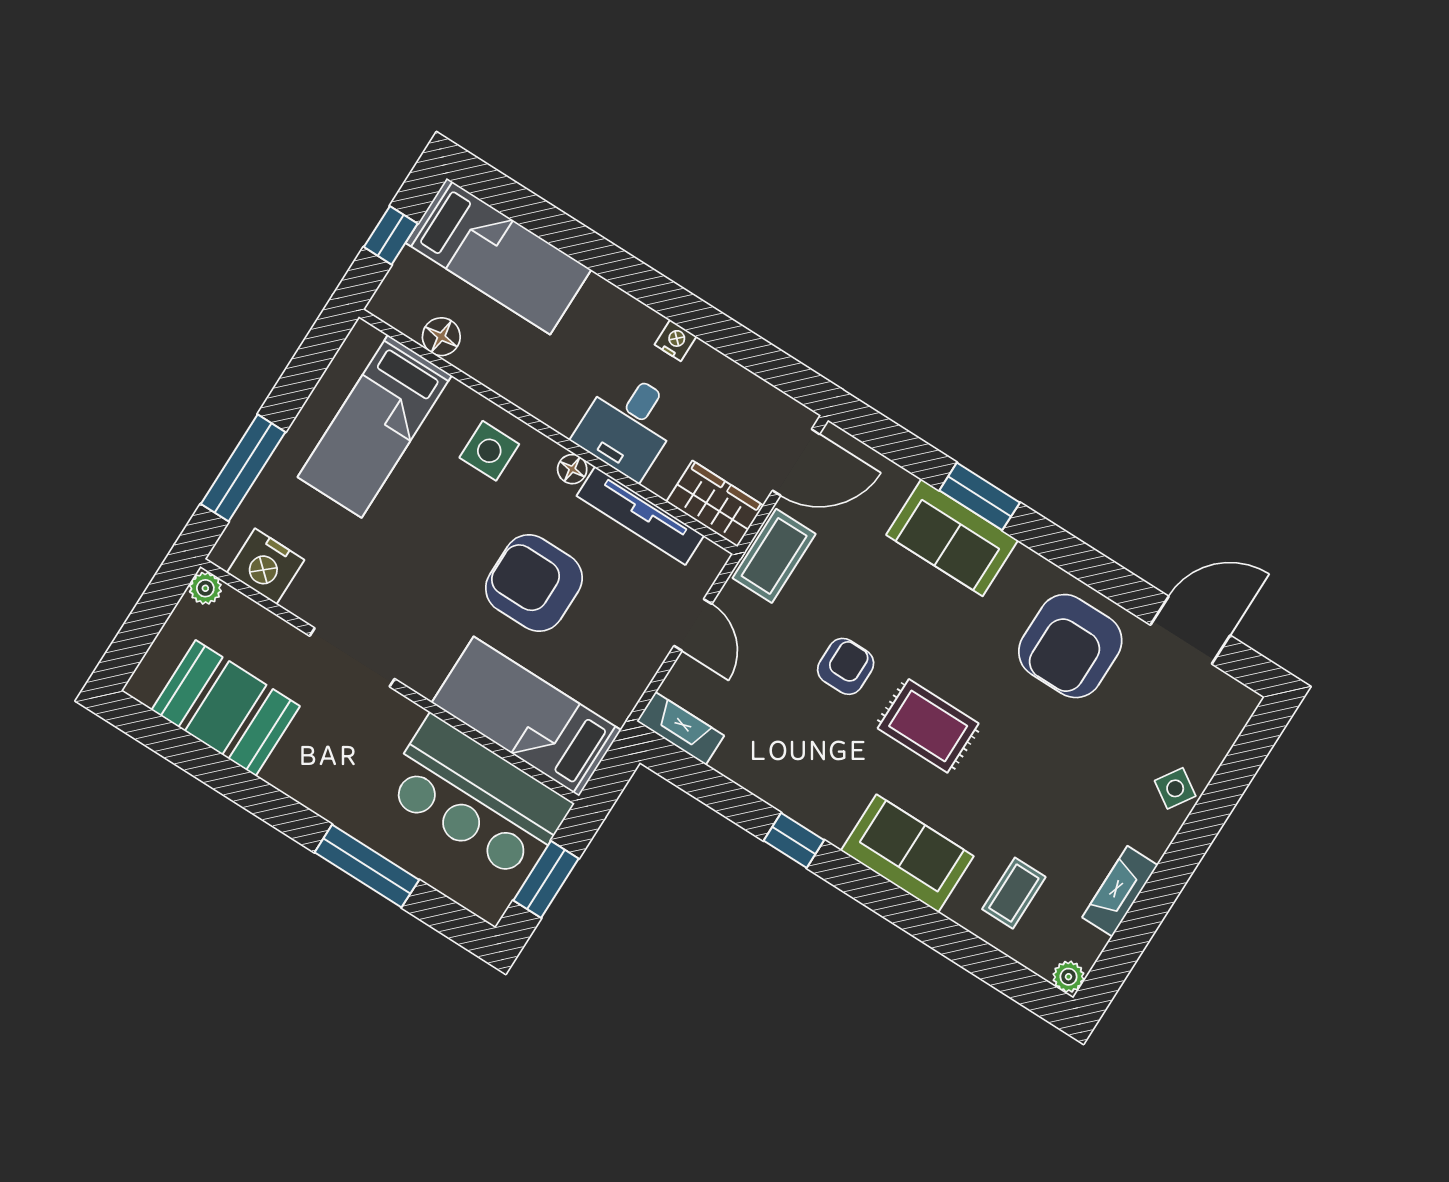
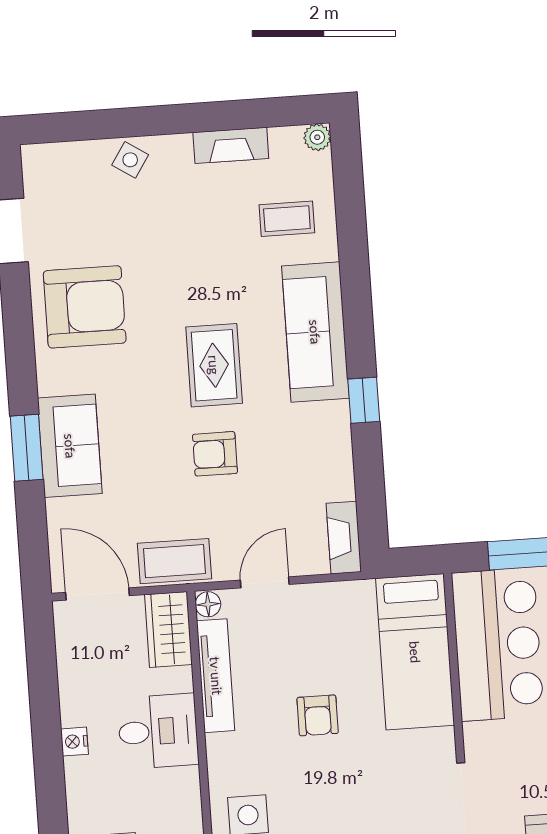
floor lamp: (572, 469) -> (208, 604), moved
armchair: (534, 583) -> (318, 715), width x0.53, depth x0.53
sofa: (907, 853) -> (315, 332), width x1.36

